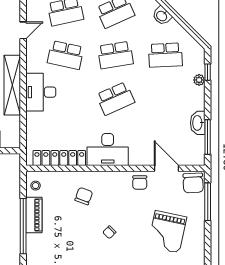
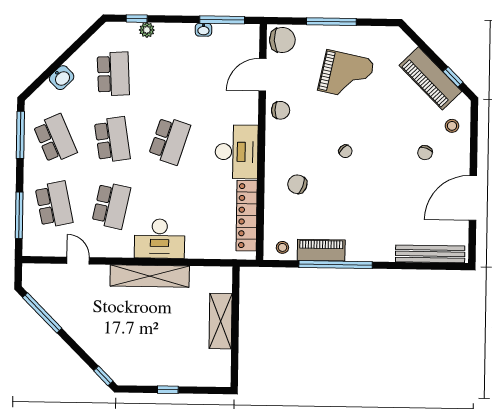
school desk: (115, 98) -> (170, 141), turned 42
washbasin: (198, 123) -> (203, 30), width x0.52, depth x0.69
window: (208, 202) -> (331, 22), moved

